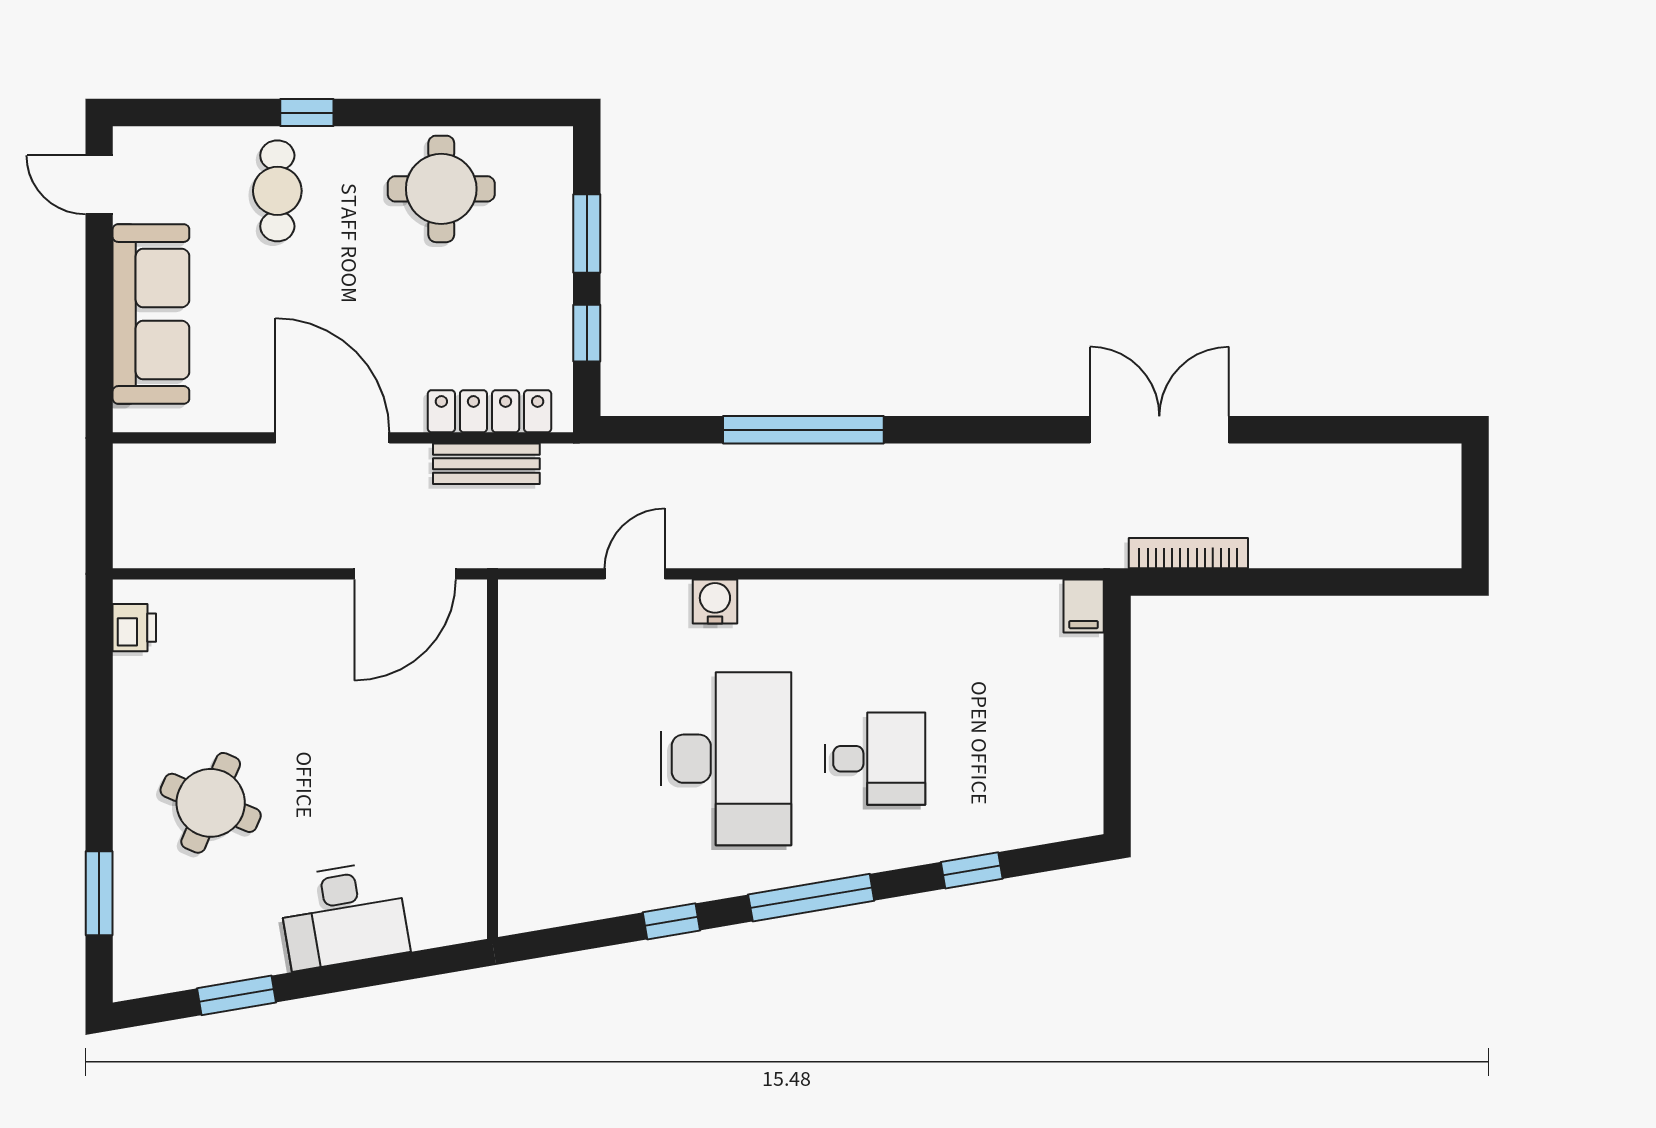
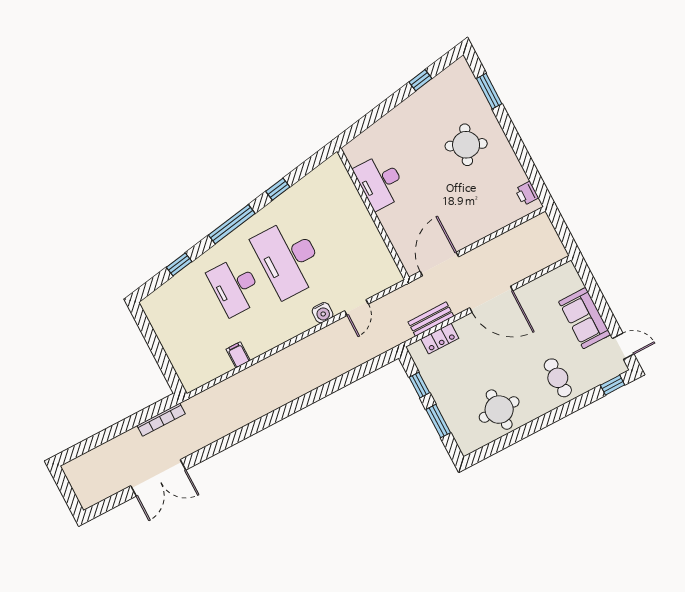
window: (307, 113) -> (613, 385), moved
sofa: (151, 314) -> (585, 318), width x0.73
locker: (490, 411) -> (440, 339), width x0.66
window: (803, 430) -> (323, 391), removed
double door: (1159, 430) -> (158, 478), moved
filing cabinet: (1084, 606) -> (238, 355), moved
desk: (875, 759) -> (235, 286), width x1.37
desk: (344, 915) -> (380, 182), moved, turned -80
window: (236, 995) -> (420, 80), width x0.67

